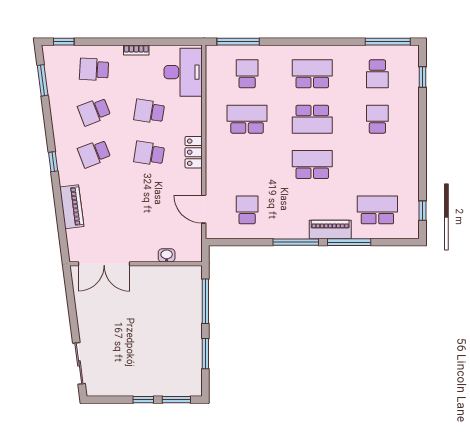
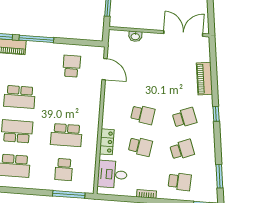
desk: (183, 72) -> (112, 174), width x0.73
locker: (194, 152) -> (107, 142), moved
school desk: (247, 210) -> (72, 66), turned 180

